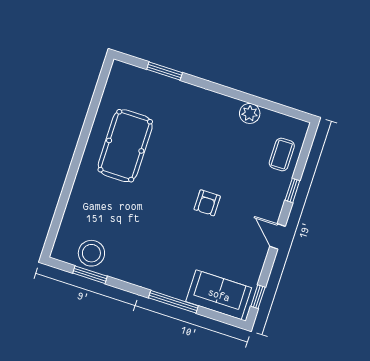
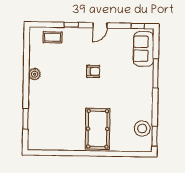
plant: (250, 113) -> (35, 74), moved
pool table: (125, 146) -> (98, 129), moved, turned 90
window: (90, 275) -> (155, 136), moved

